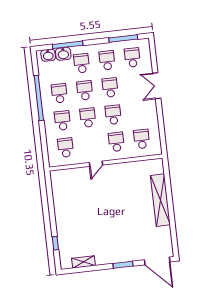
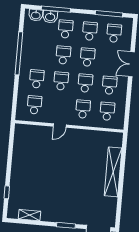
school desk: (59, 93) -> (109, 85), moved

